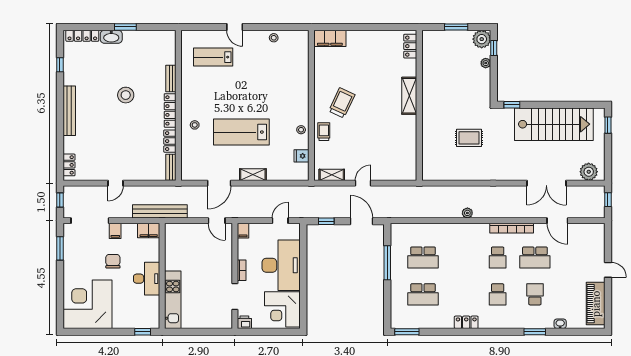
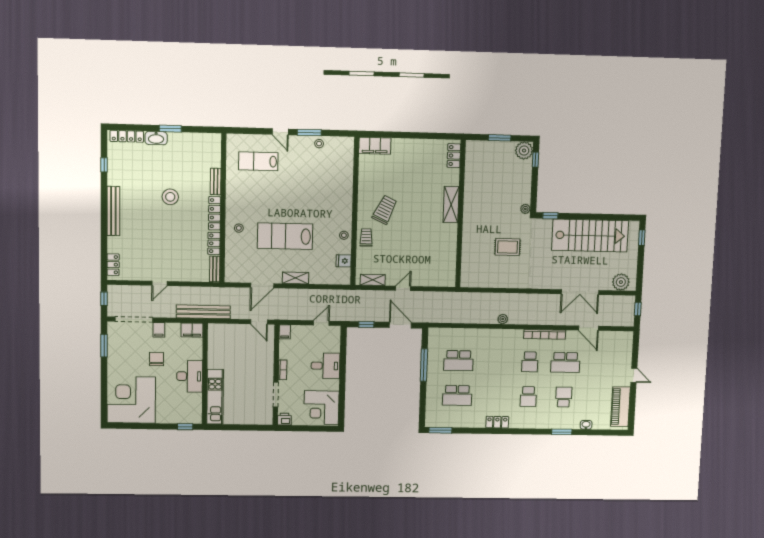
window: (264, 27) -> (309, 132), added
plant: (486, 63) -> (525, 209), moved
desk: (281, 265) -> (325, 366), width x0.53, depth x0.77

